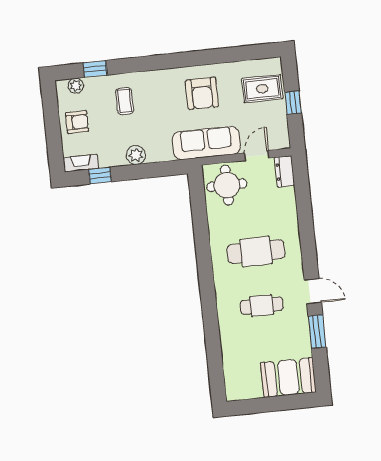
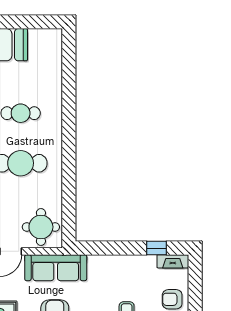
plant: (136, 155) -> (121, 263), removed

